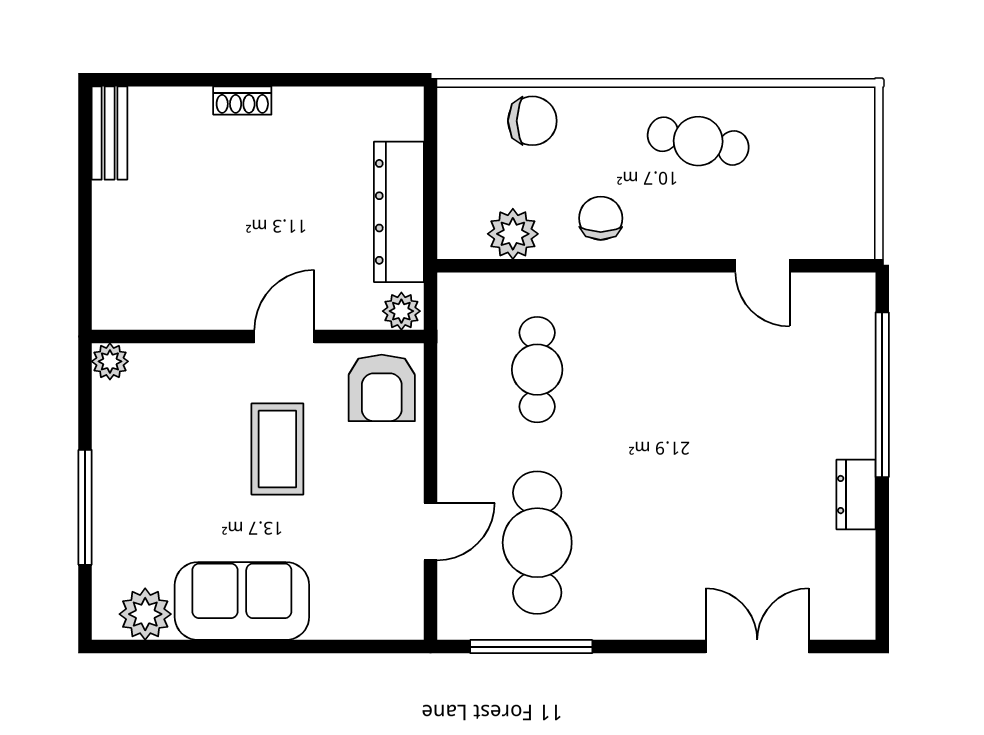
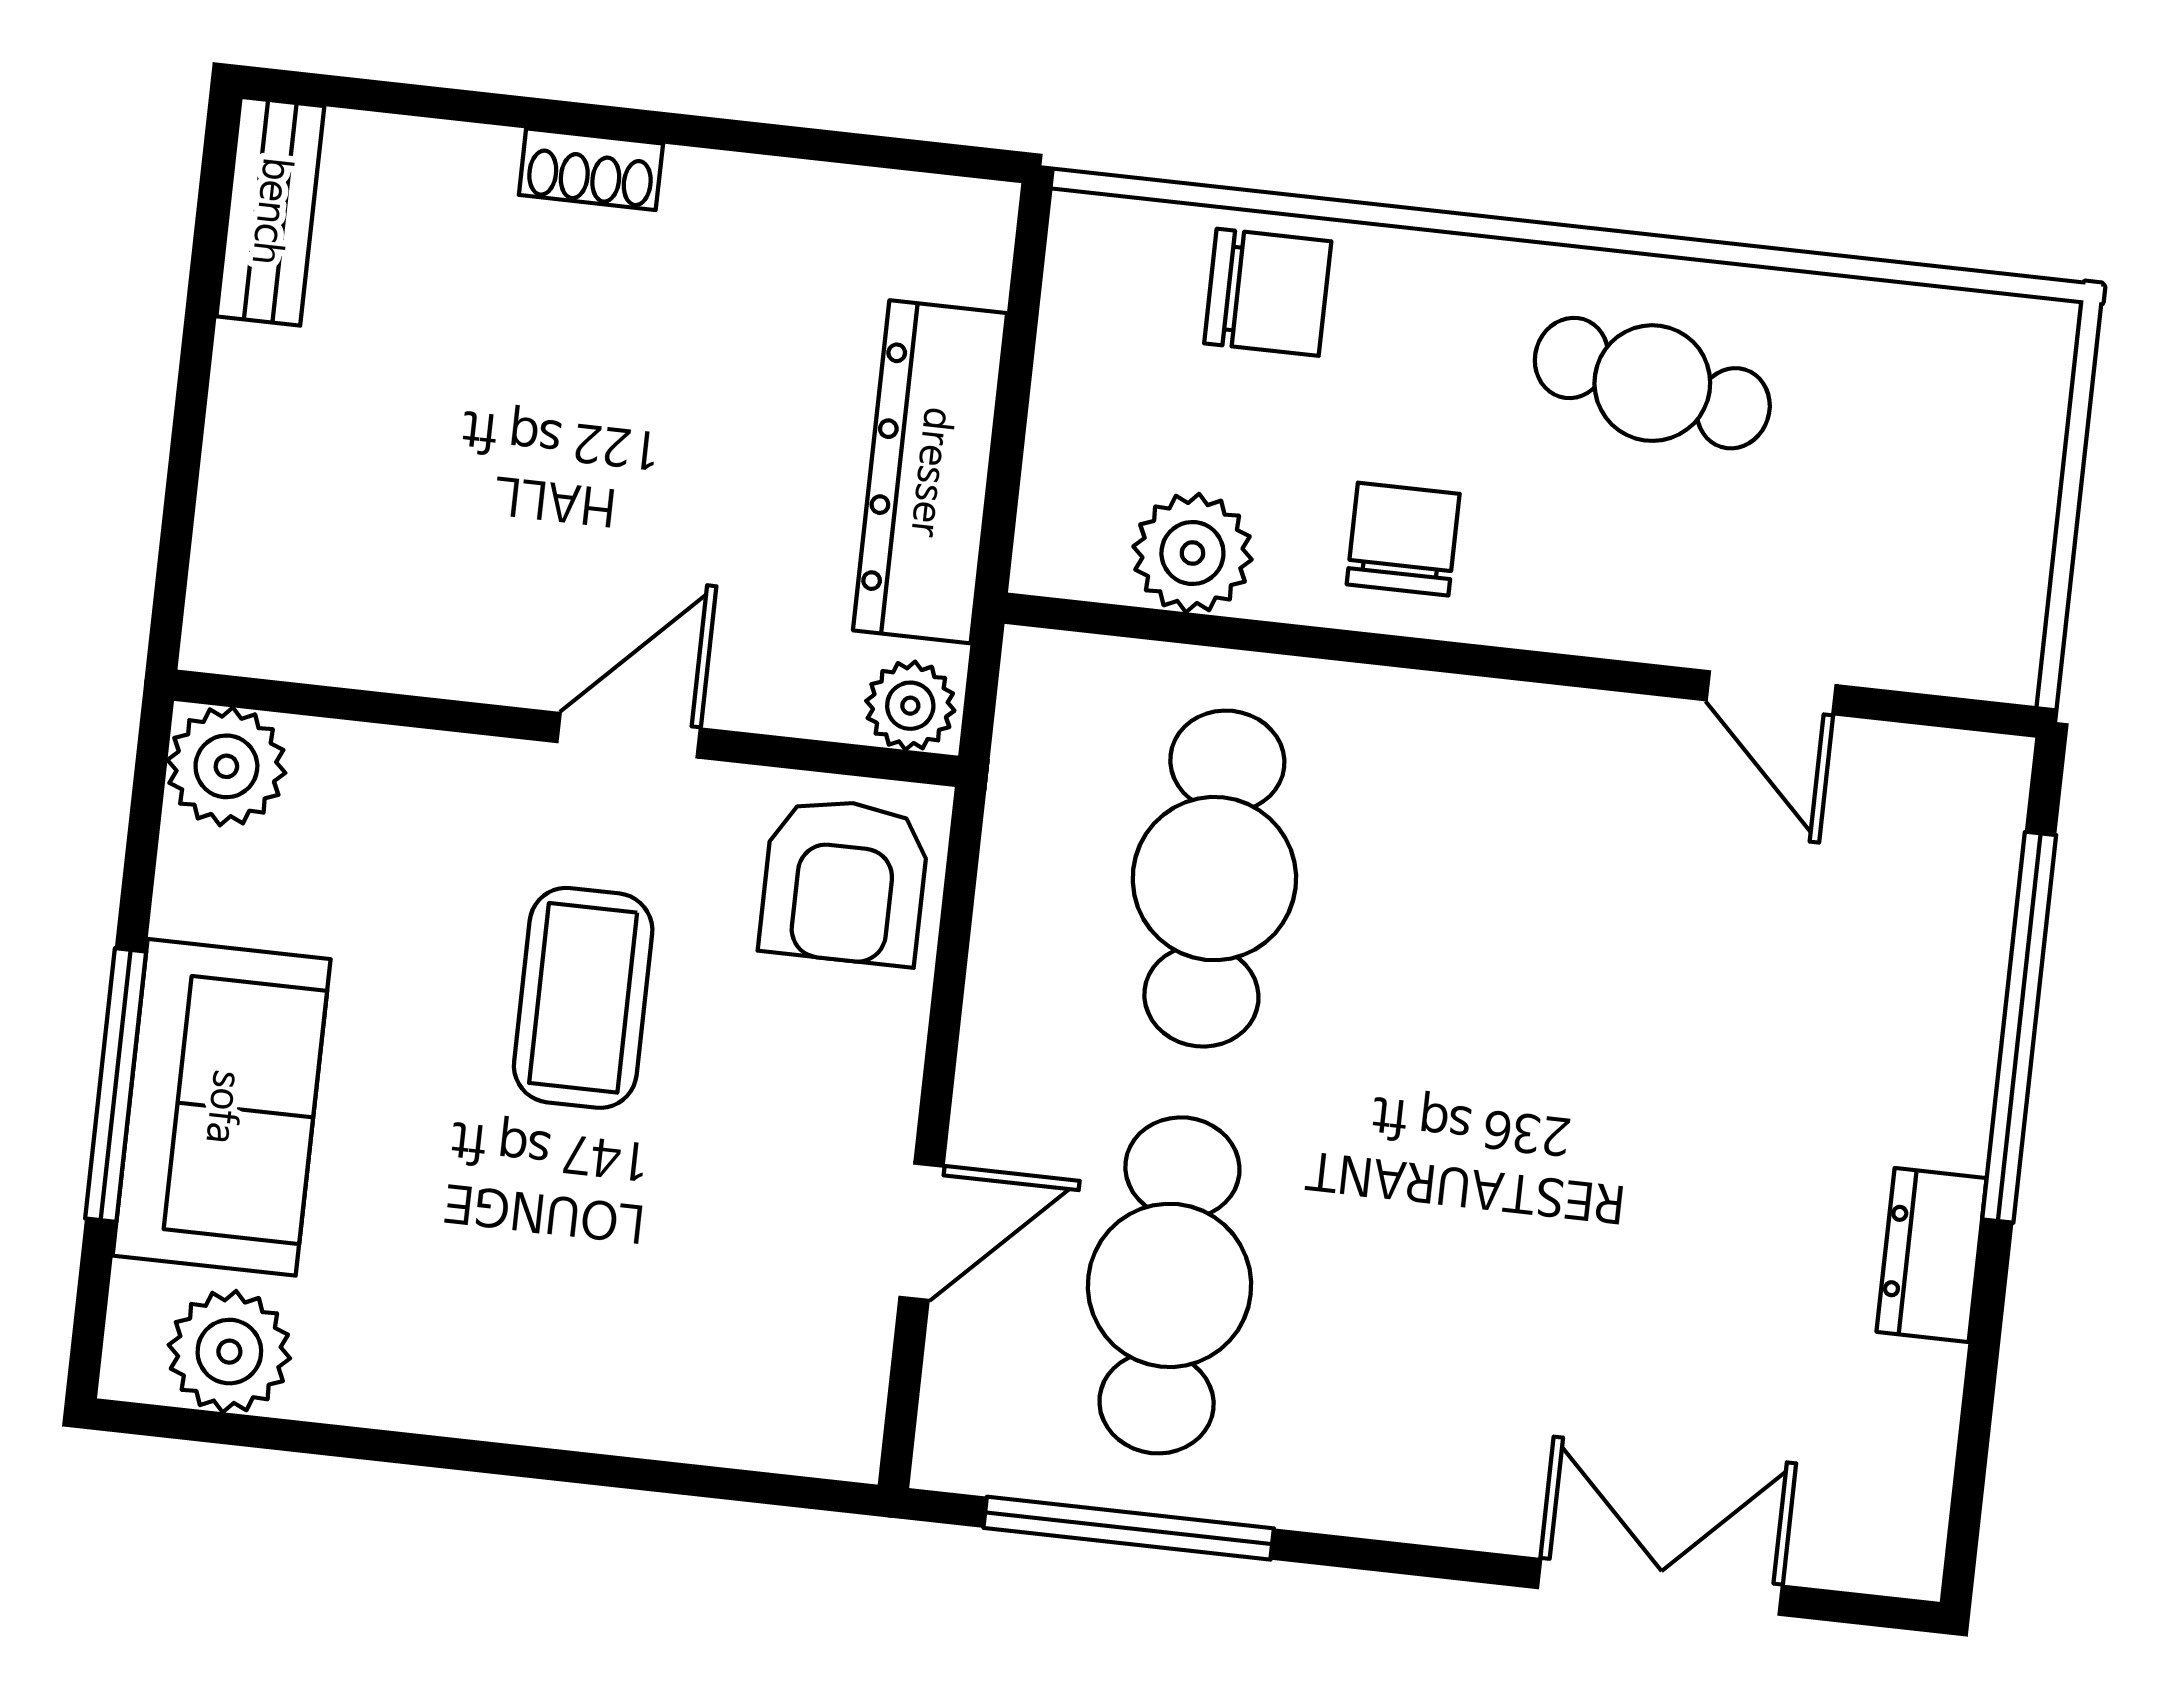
plant: (110, 361) -> (226, 766), width x1.38, depth x1.38
cafe table: (537, 370) -> (1214, 879), width x1.37, depth x1.35
sofa: (242, 601) -> (222, 1107), moved, turned 90

